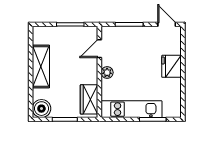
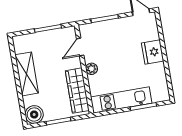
wardrobe: (89, 99) -> (77, 91), width x1.50

